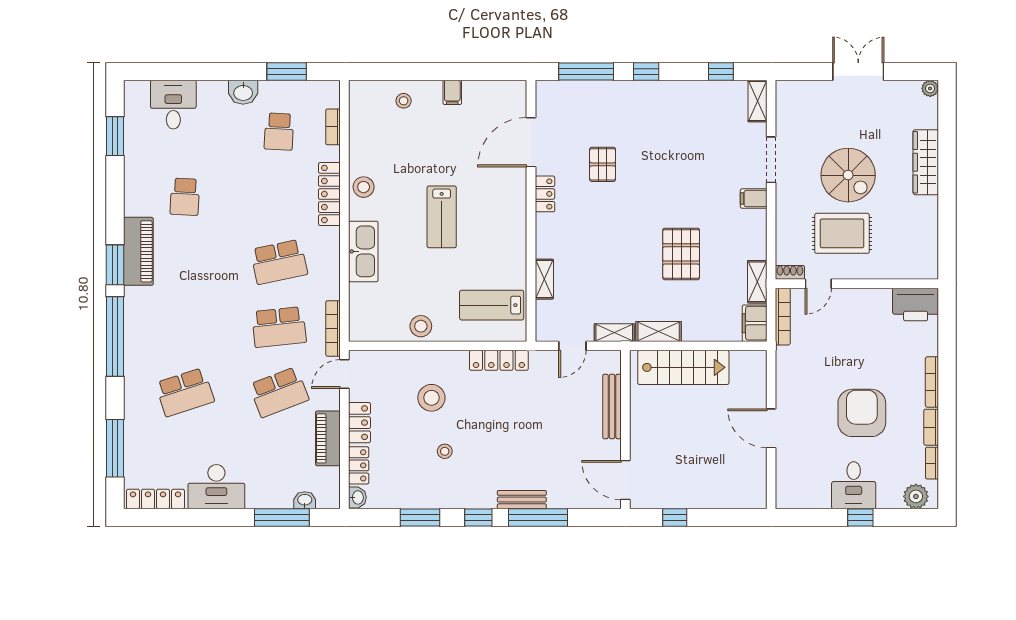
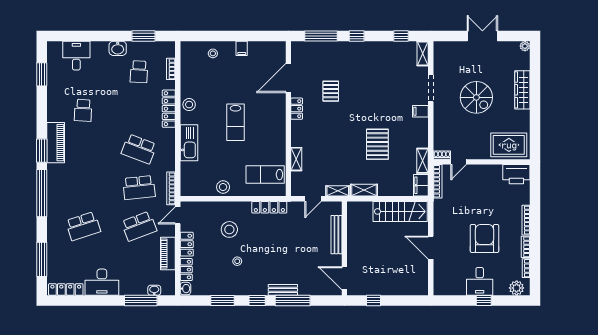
rug: (842, 233) -> (509, 145), moved
school desk: (279, 262) -> (139, 149), turned 33
stairs: (683, 367) -> (400, 211), moved

